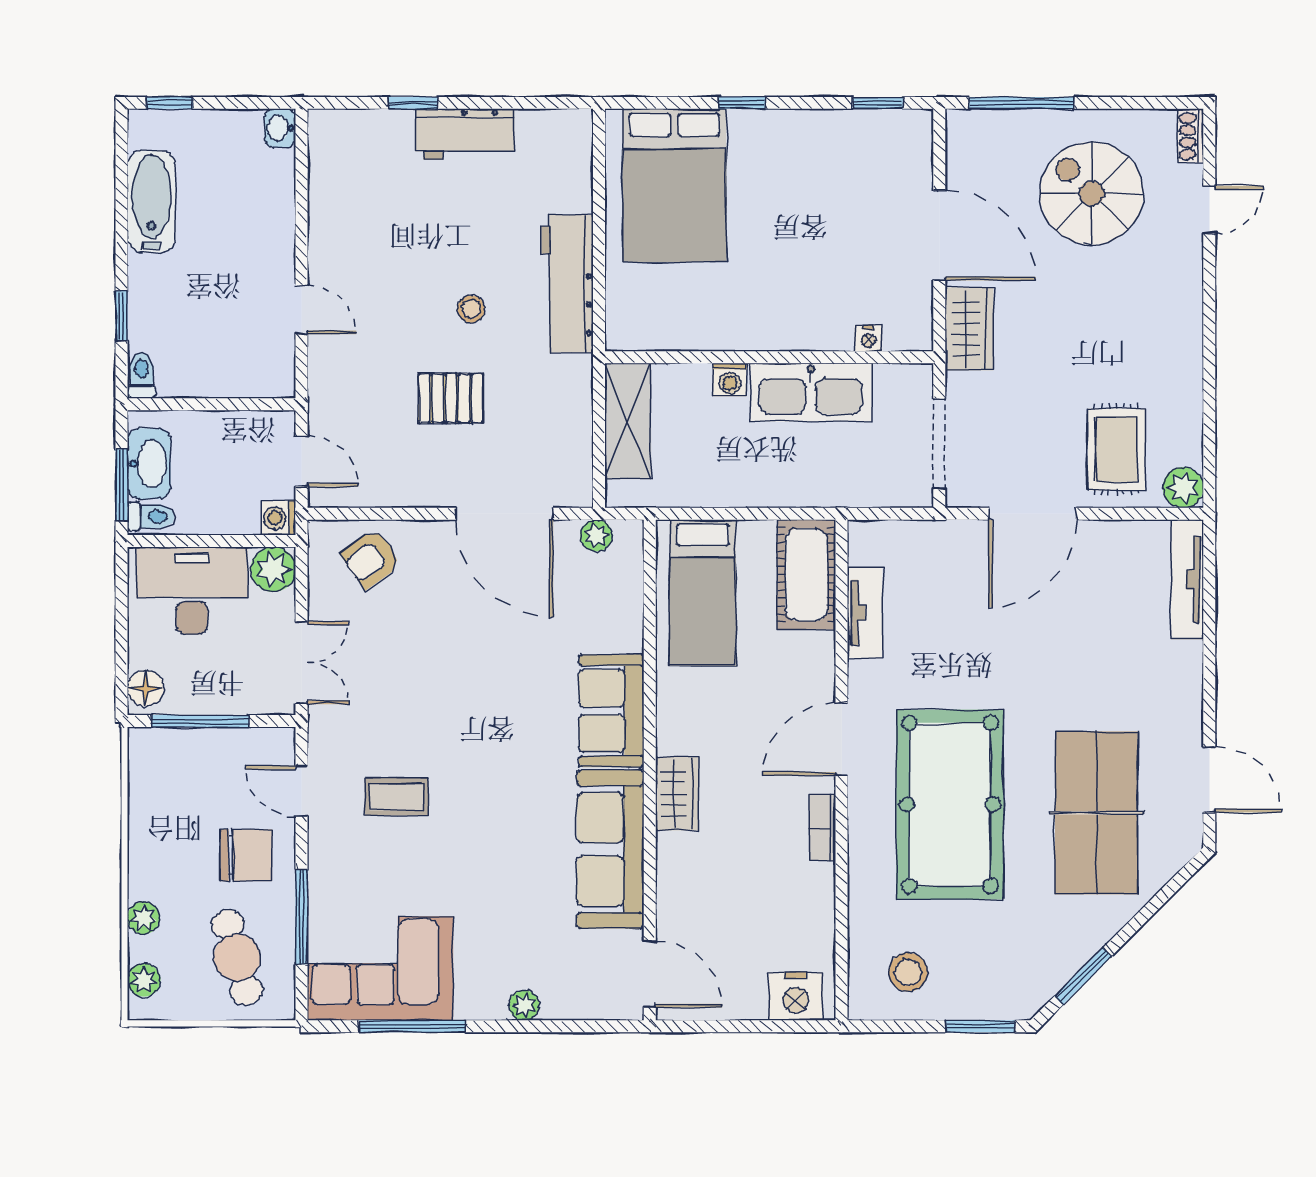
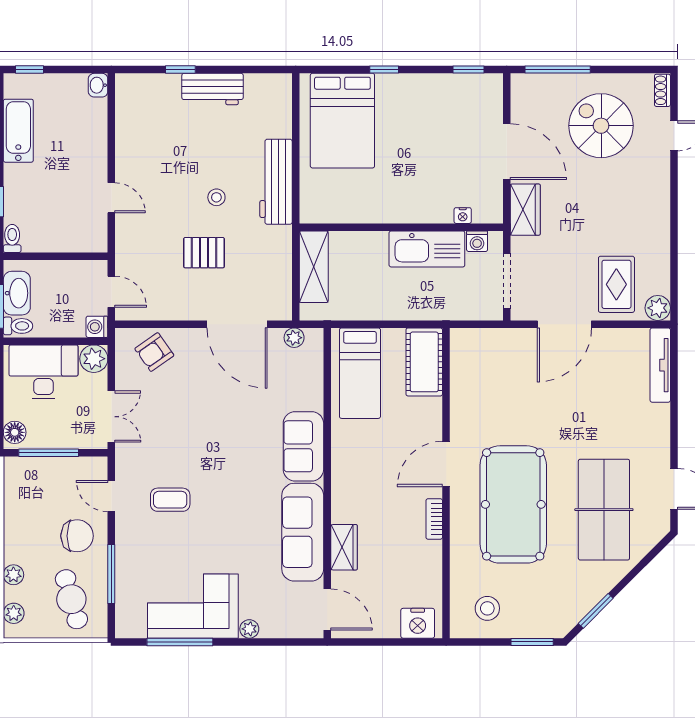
washing machine: (730, 380) -> (477, 241), moved
tv unit: (865, 613) -> (460, 385), removed
wardrobe: (677, 794) -> (344, 547), moved
corner sofa: (380, 968) -> (193, 606), moved

